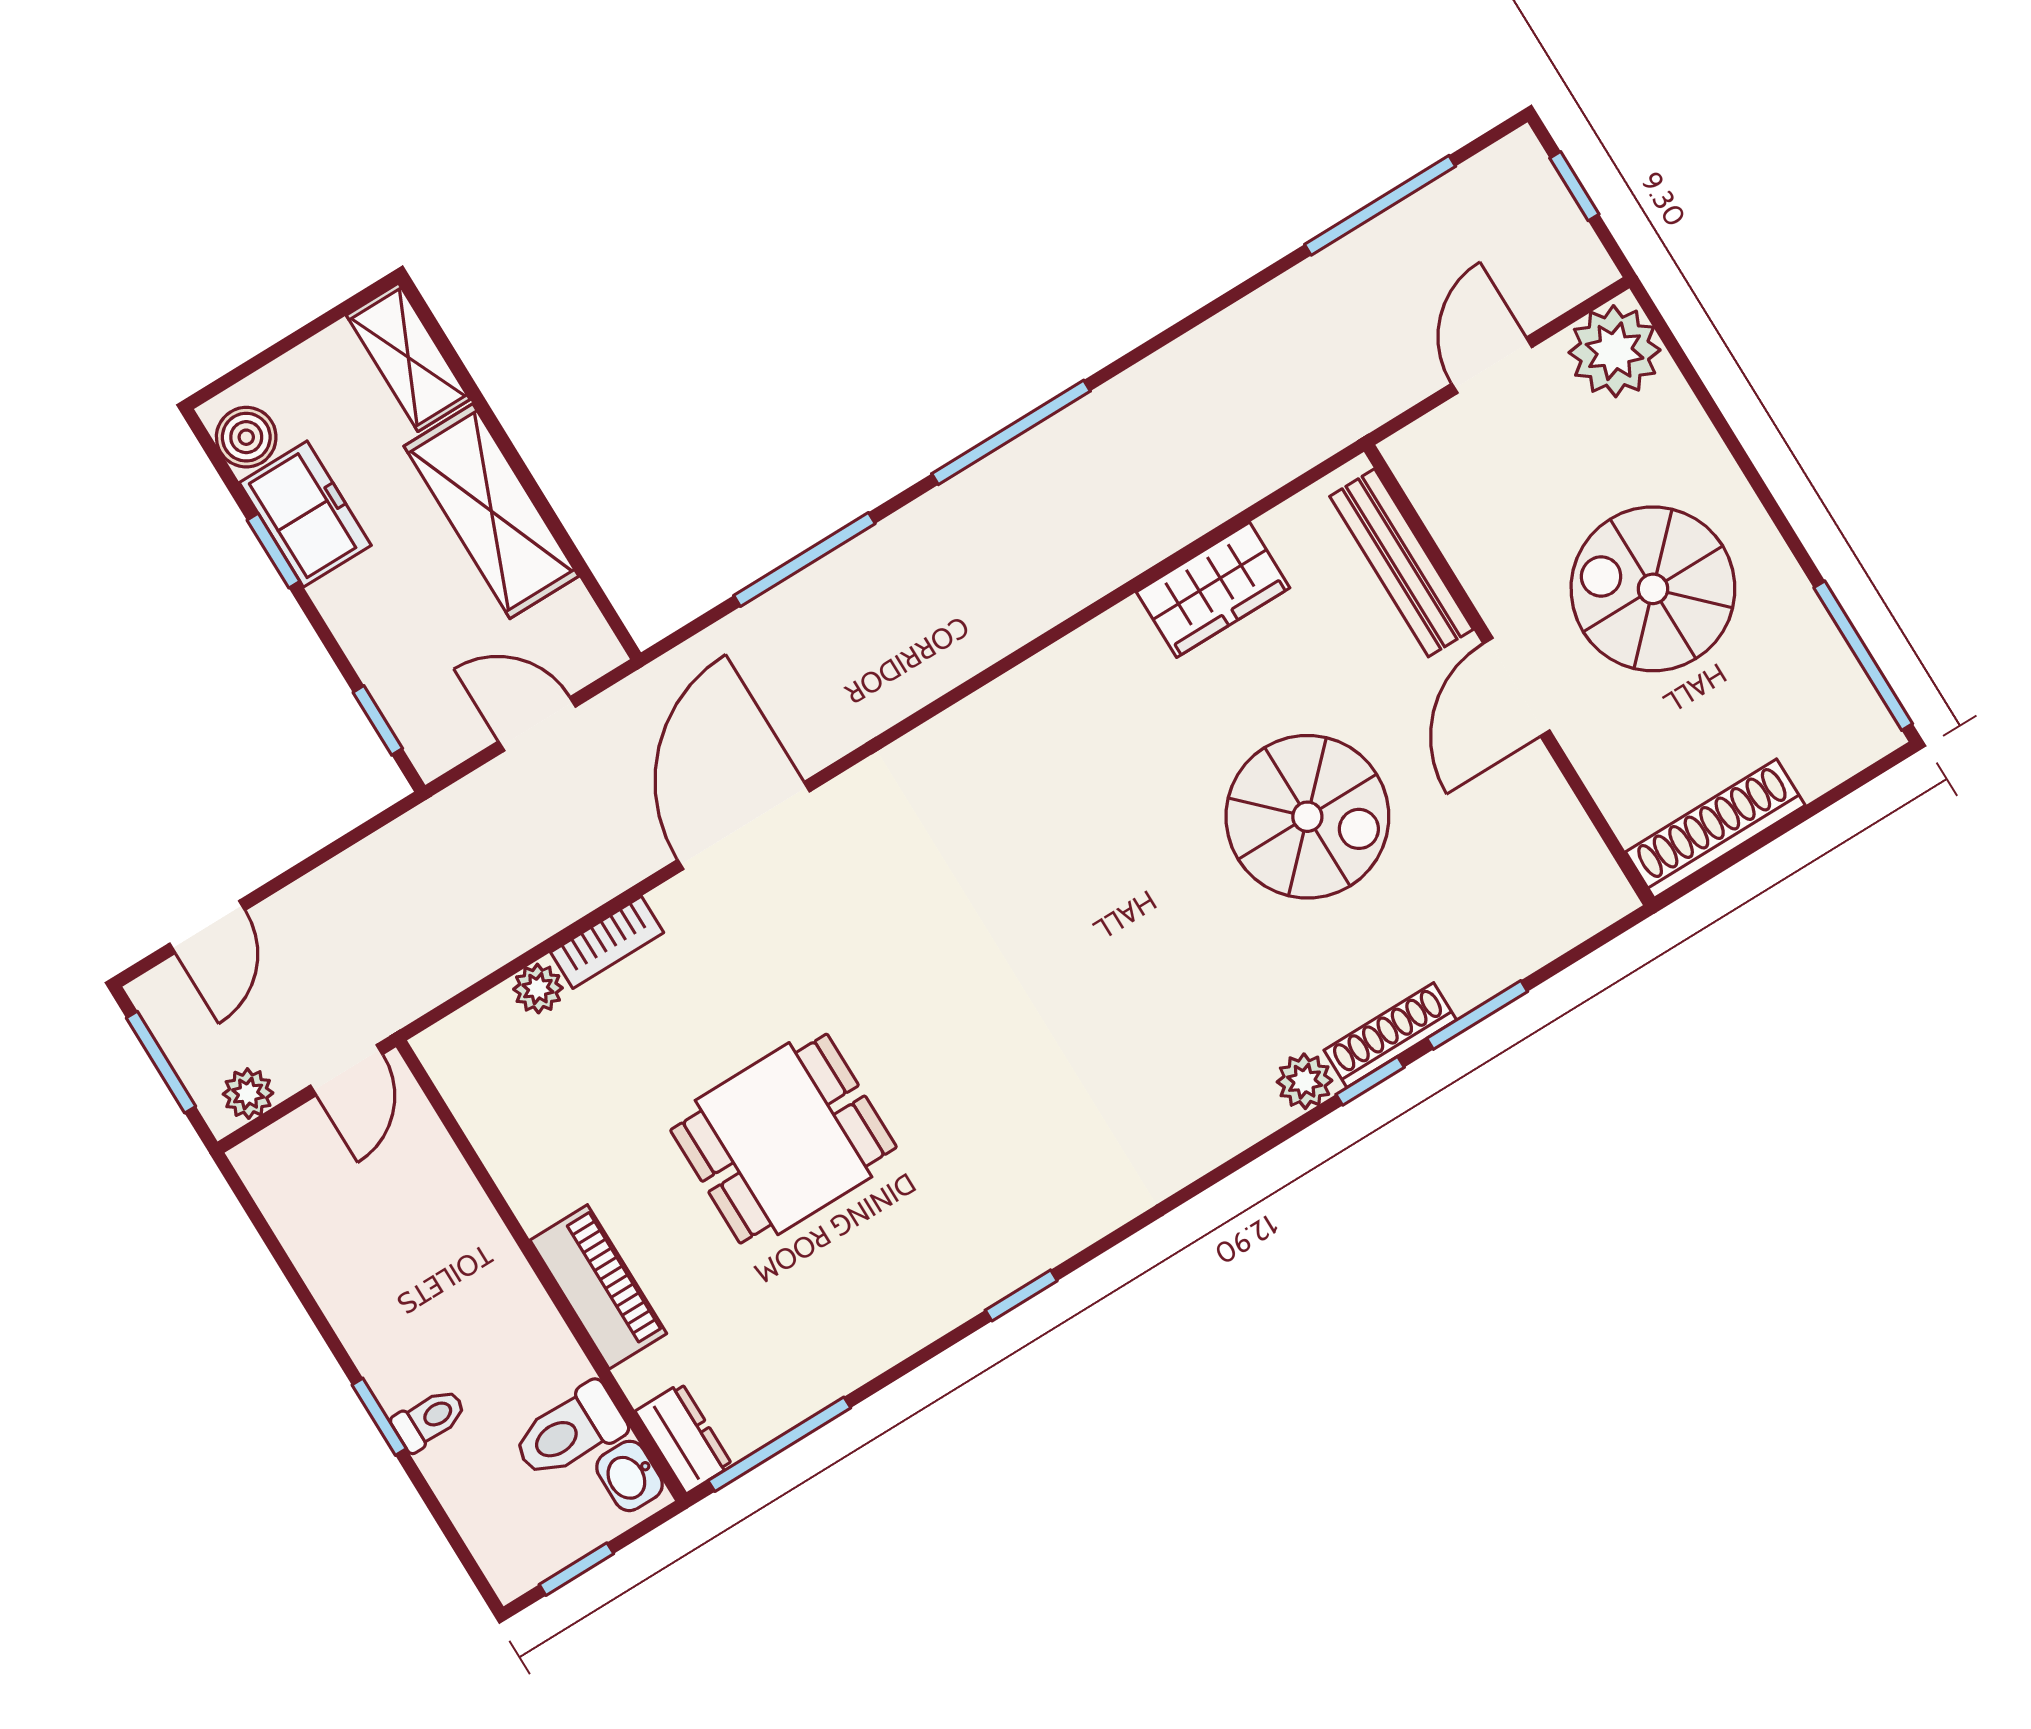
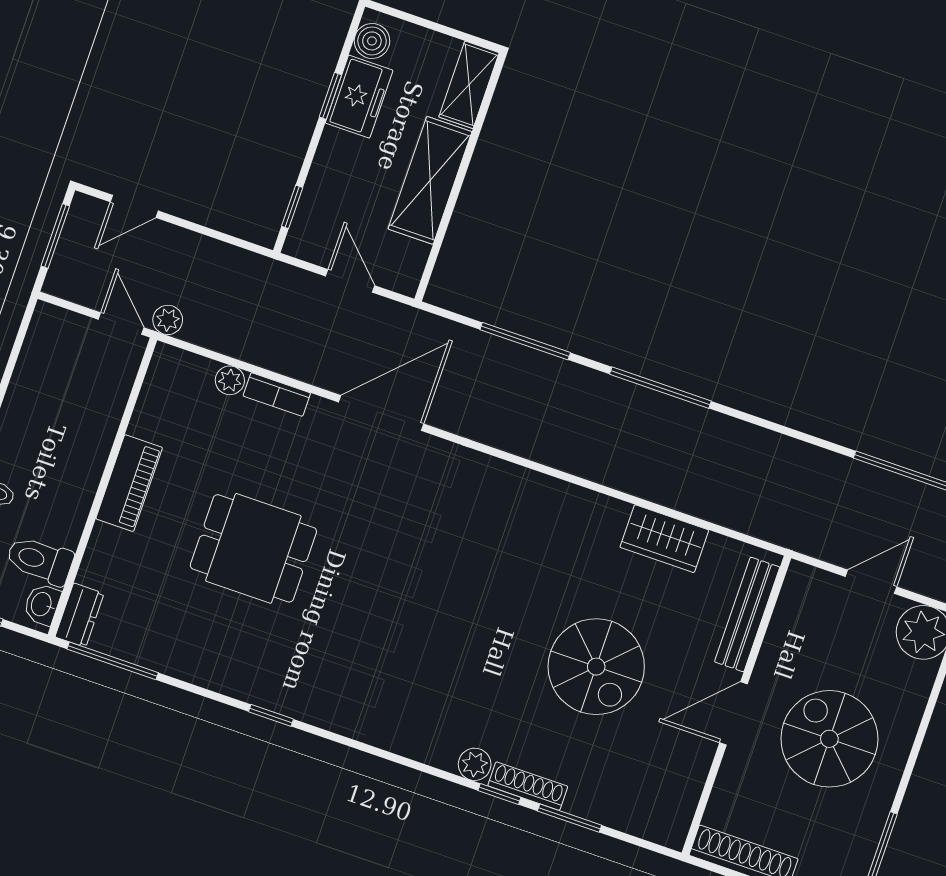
door: (346, 1070) -> (121, 324), swing flipped
plant: (248, 1094) -> (168, 320), moved
piano: (598, 1287) -> (129, 483), moved

